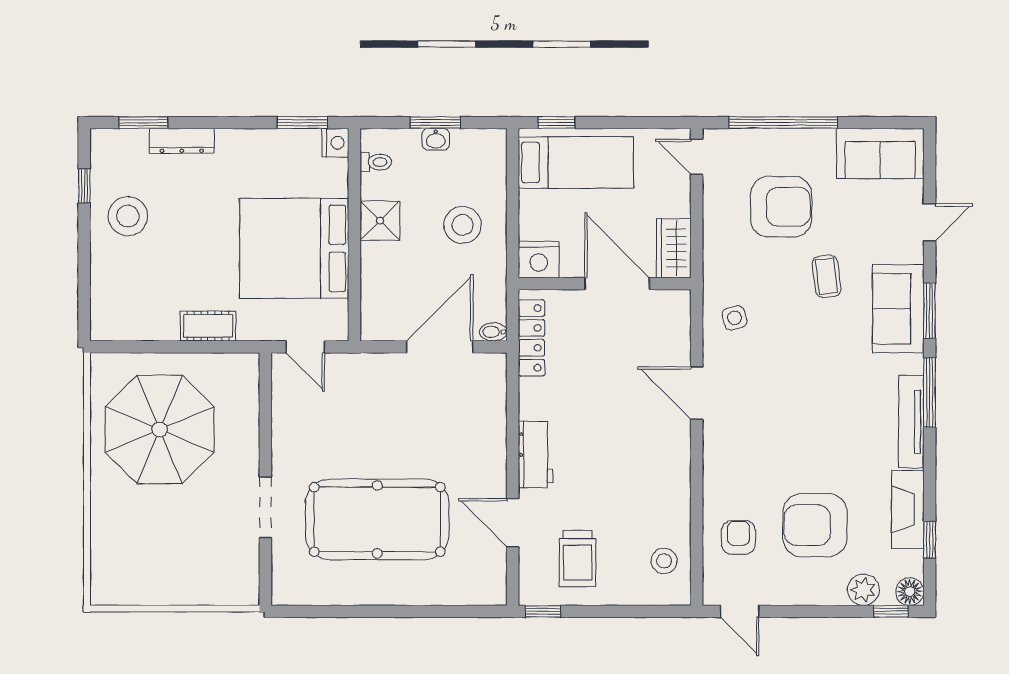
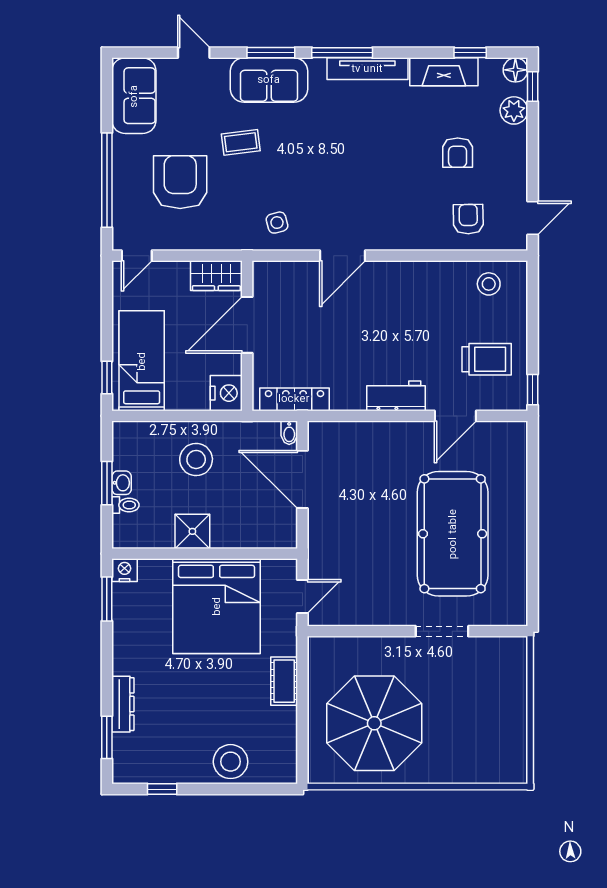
toilet: (376, 162) -> (125, 505), moved, turned 90
stool: (128, 216) -> (231, 762), moved
armchair: (815, 525) -> (458, 153), width x0.53, depth x0.53
armchair: (738, 537) -> (468, 219), turned 89

